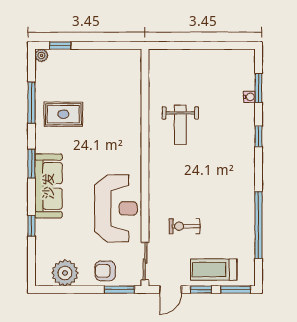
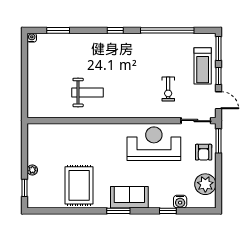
plant: (41, 55) -> (32, 170), moved
water cooler: (249, 97) -> (32, 38), moved
window: (31, 103) -> (70, 211), removed
rug: (63, 114) -> (79, 185), width x1.36, depth x1.43
window: (258, 136) -> (115, 30), moved
sofa: (48, 186) -> (129, 197), width x0.73
water cooler: (43, 241) -> (180, 202), added

